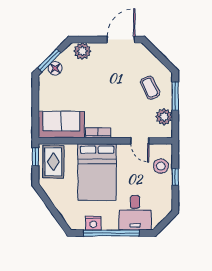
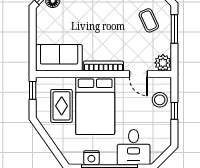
plant: (164, 117) -> (163, 63), moved
bookcase: (98, 133) -> (103, 66), width x1.56
rug: (53, 162) -> (62, 106), moved

